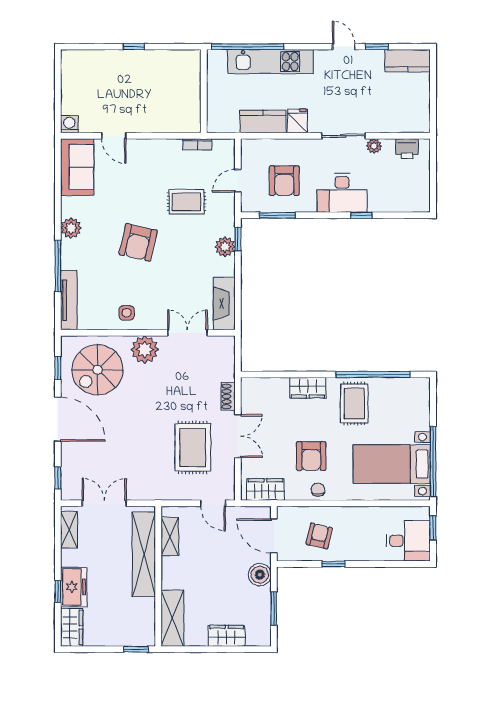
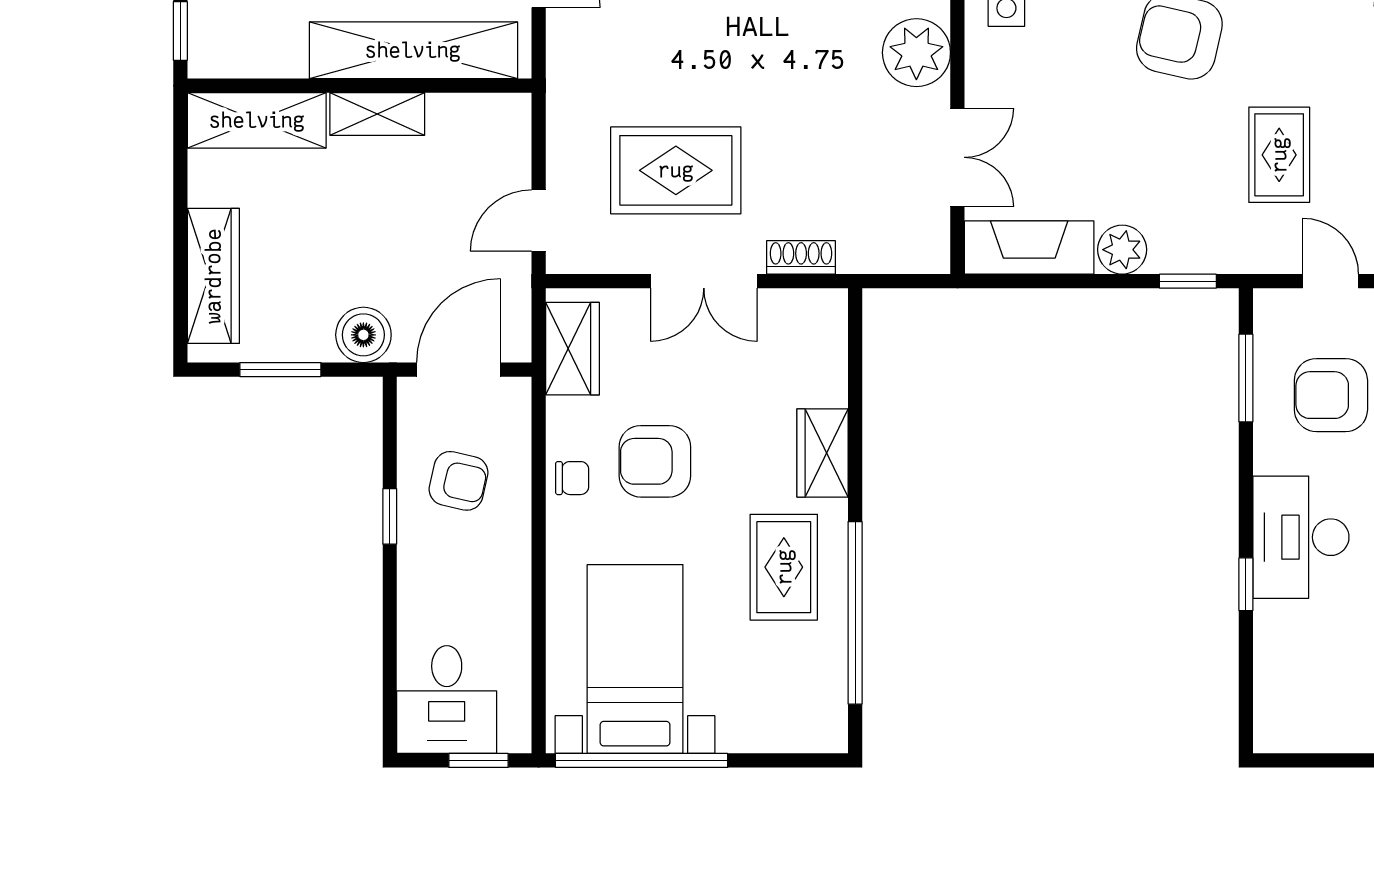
plant: (225, 247) -> (1122, 250), moved
rug: (354, 403) -> (784, 567), turned 90
shelving: (170, 536) -> (377, 114), moved
wardrobe: (227, 636) -> (213, 276), width x1.50

